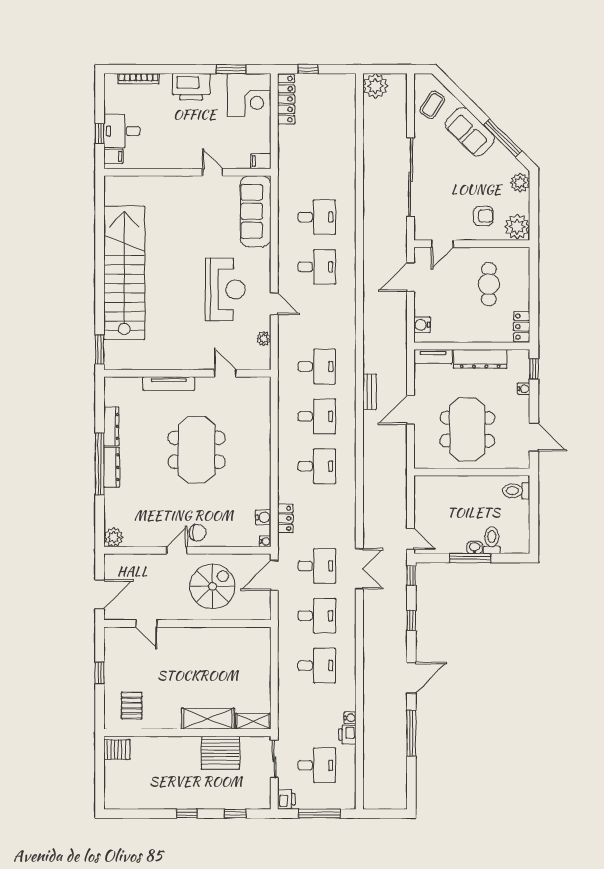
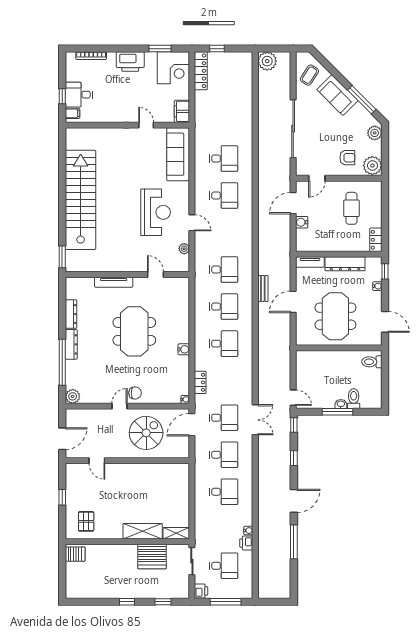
filing cabinet: (261, 161) -> (182, 111), width x2.00
water cooler: (422, 325) -> (302, 222), moved
window: (100, 464) -> (62, 362), moved
water cooler: (263, 517) -> (184, 349), moved

